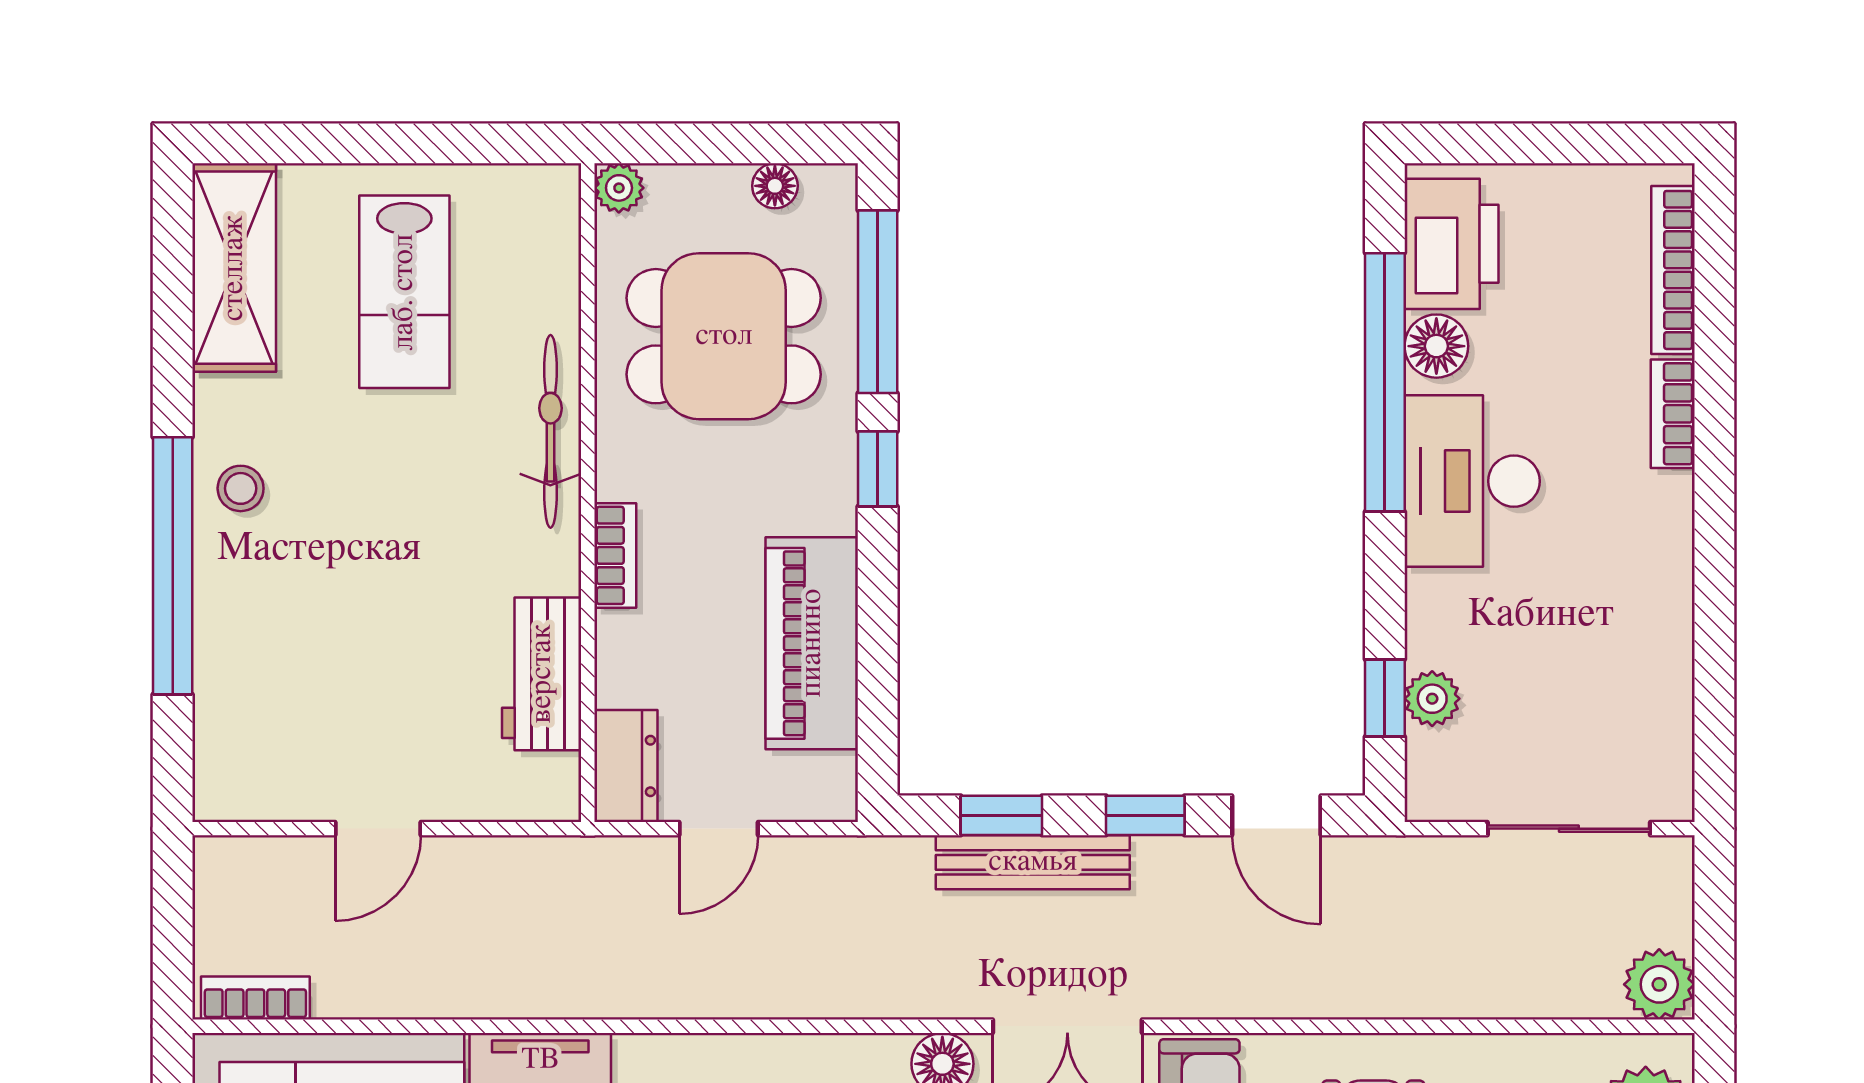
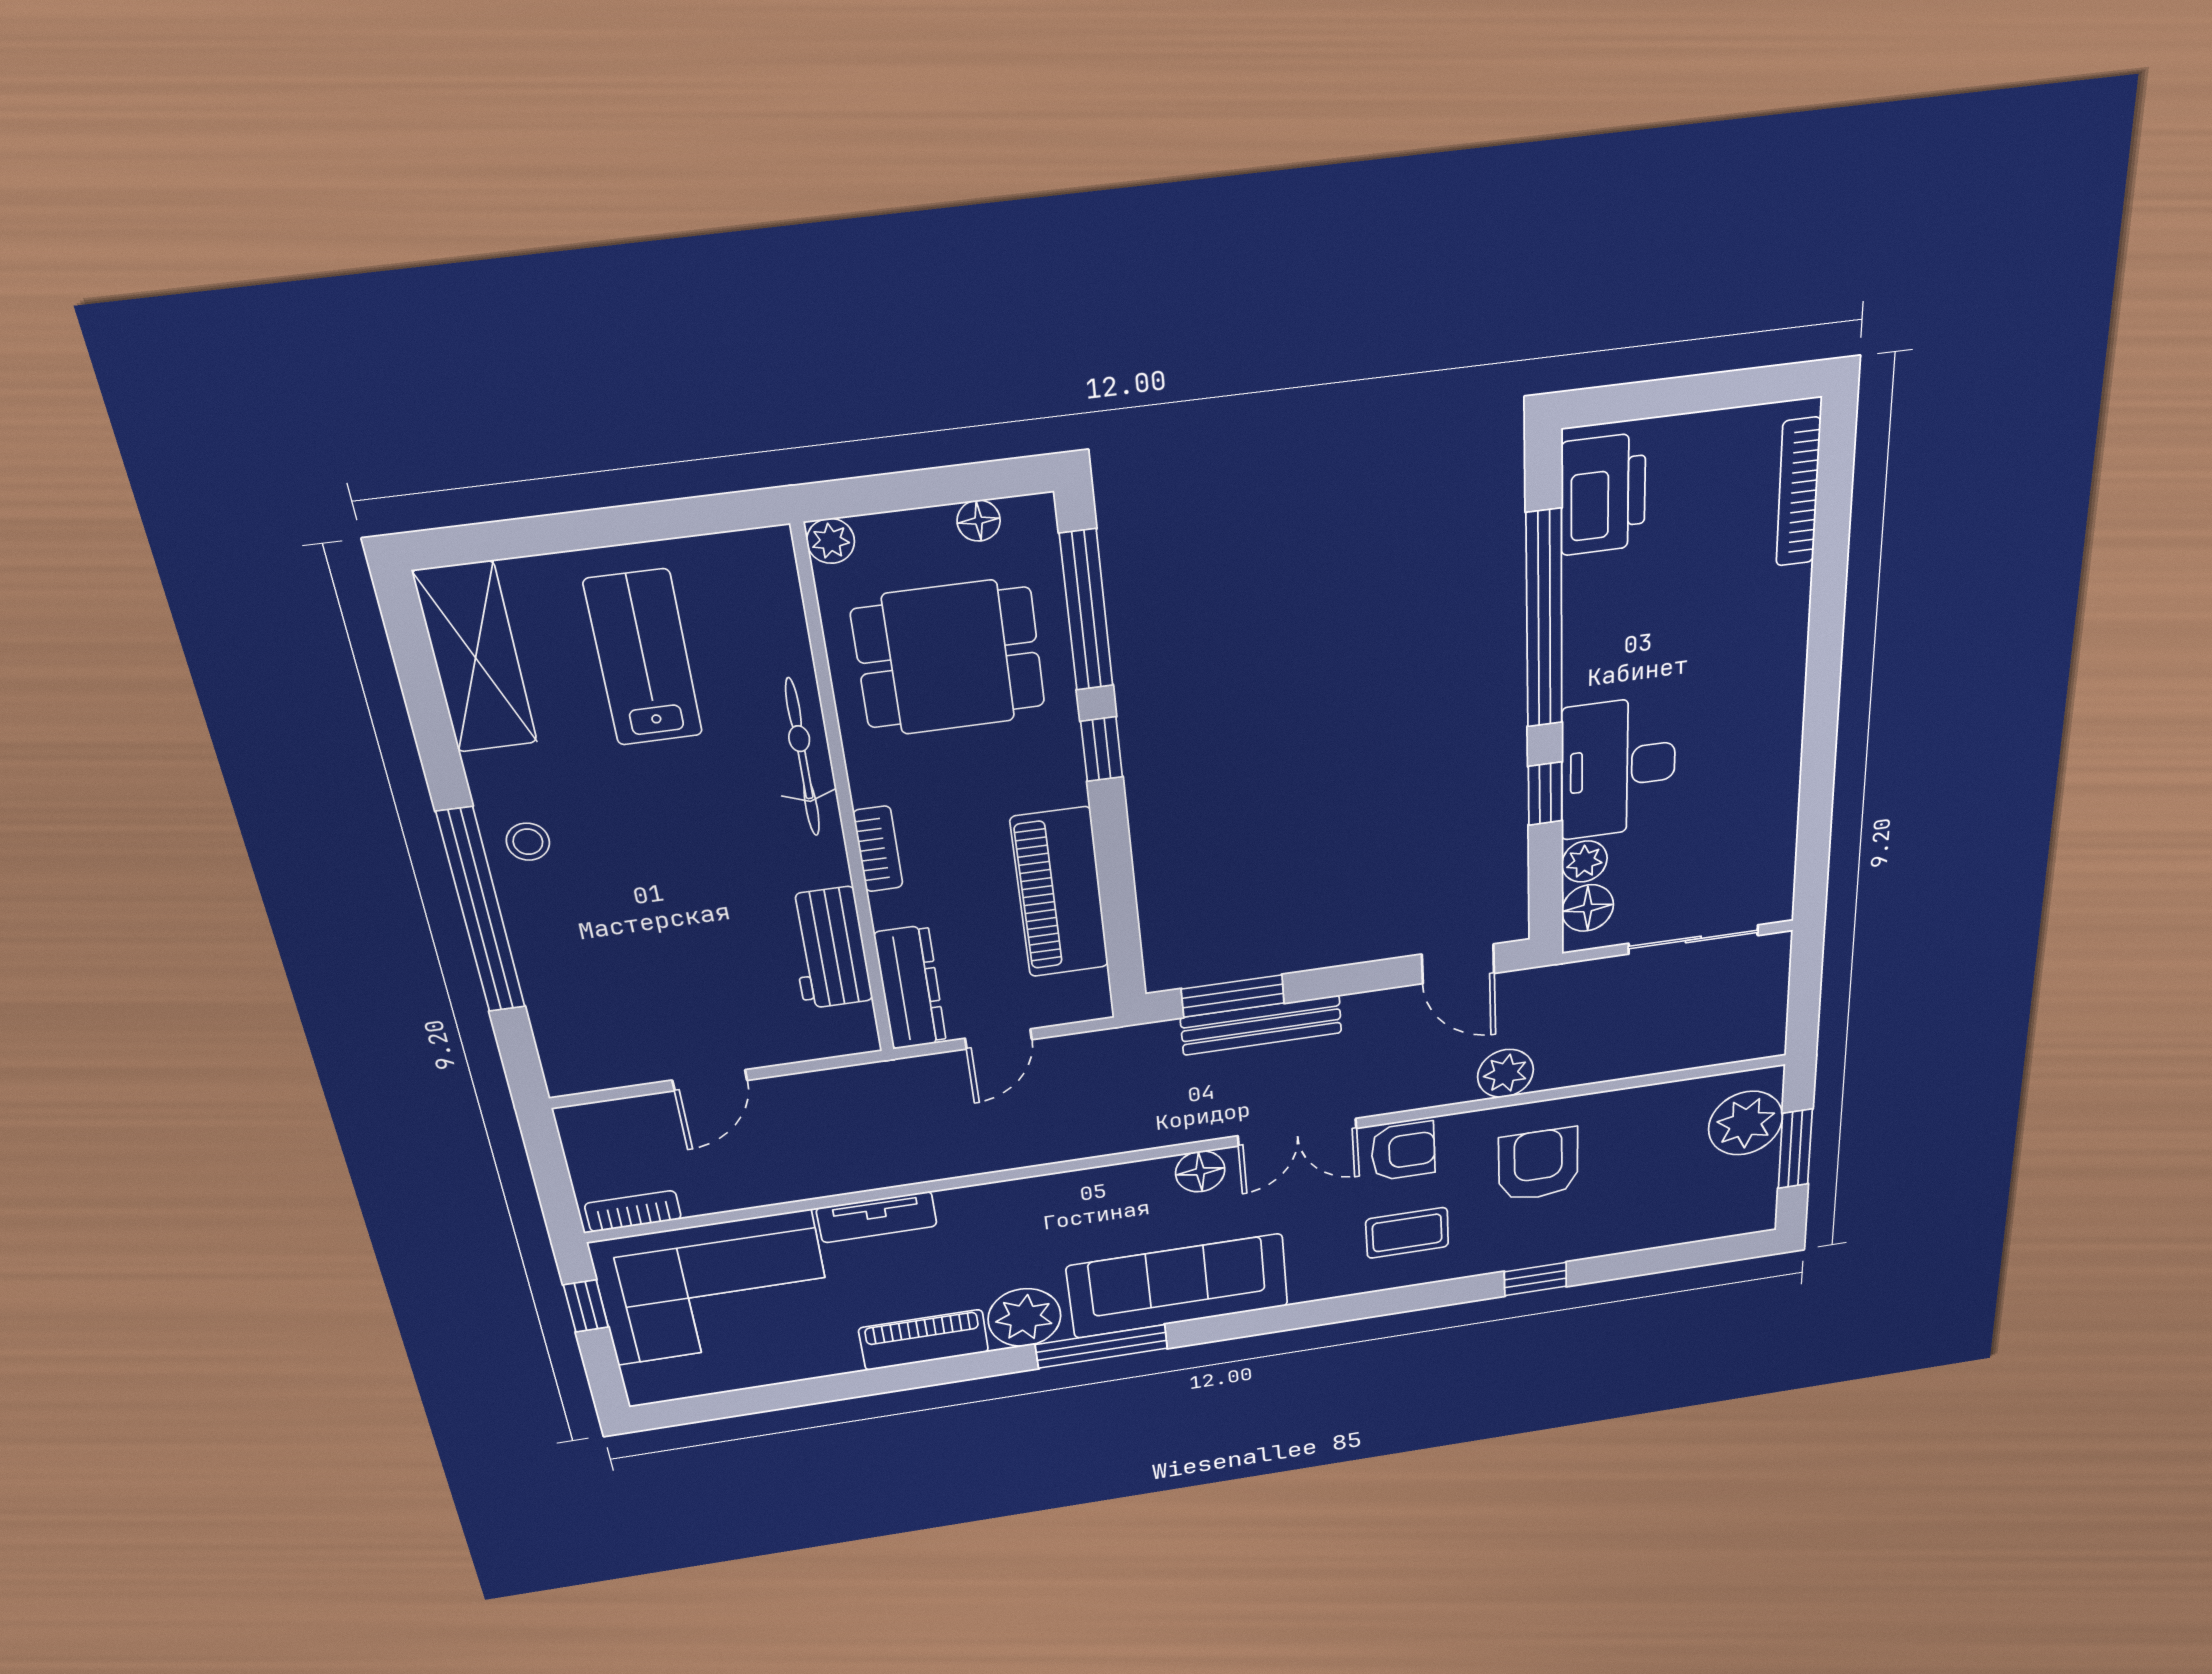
lab bench: (404, 292) -> (643, 658), turned 180
floor lamp: (1436, 346) -> (1588, 908), moved
bookcase: (1673, 414) -> (1792, 613), removed
desk: (1472, 481) -> (1618, 767), moved
window: (1385, 698) -> (1545, 794), moved
dresser: (626, 766) -> (910, 988), width x1.44
window: (1001, 815) -> (1233, 996), width x1.50
window: (1145, 815) -> (1351, 979), removed
plant: (1659, 984) -> (1506, 1073), moved

